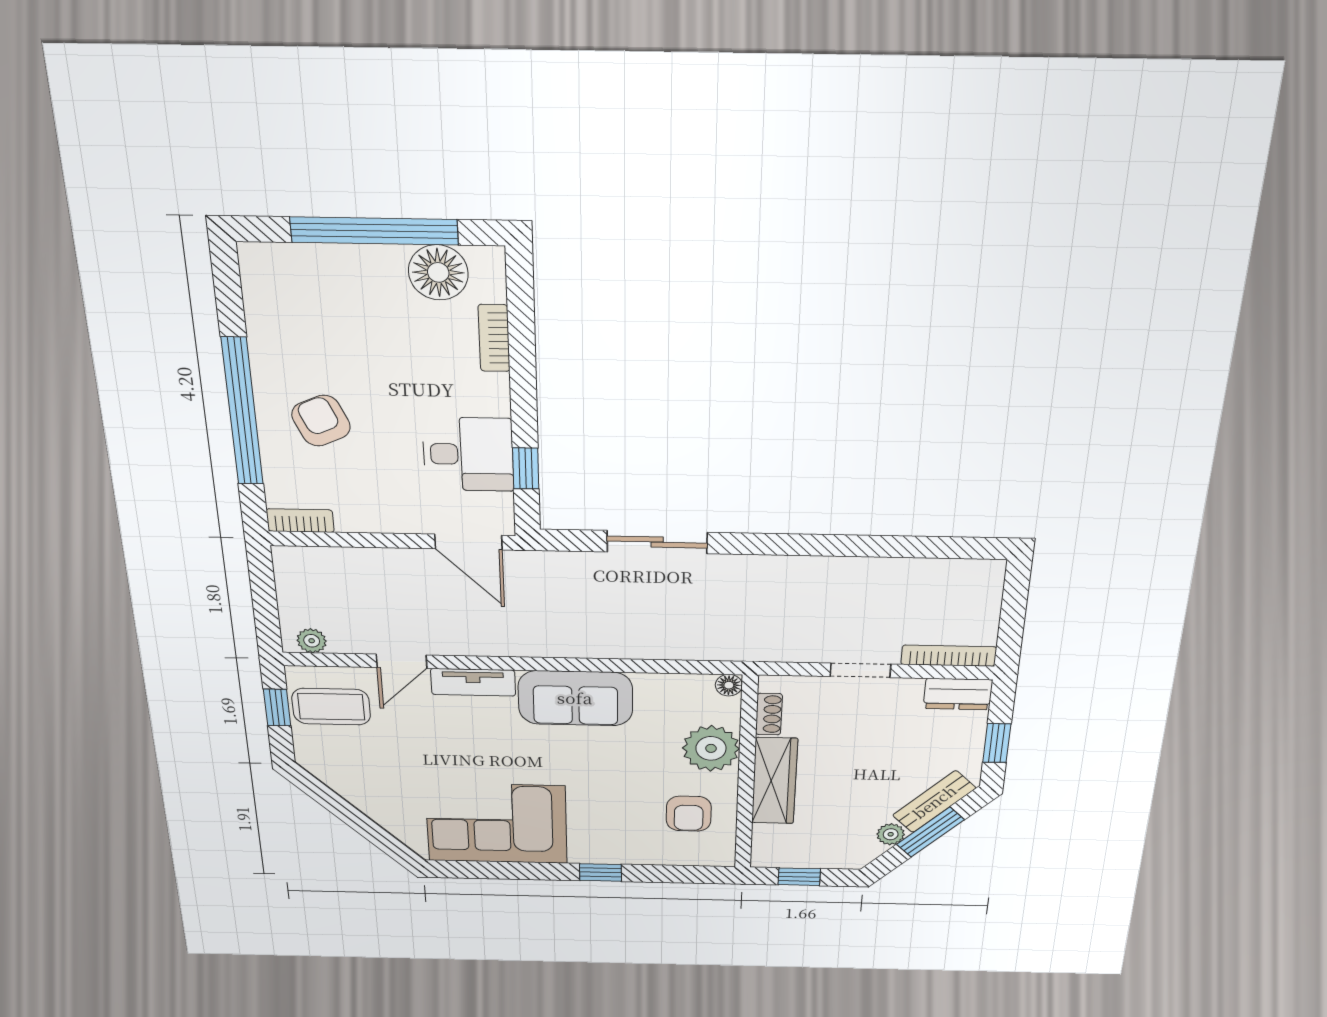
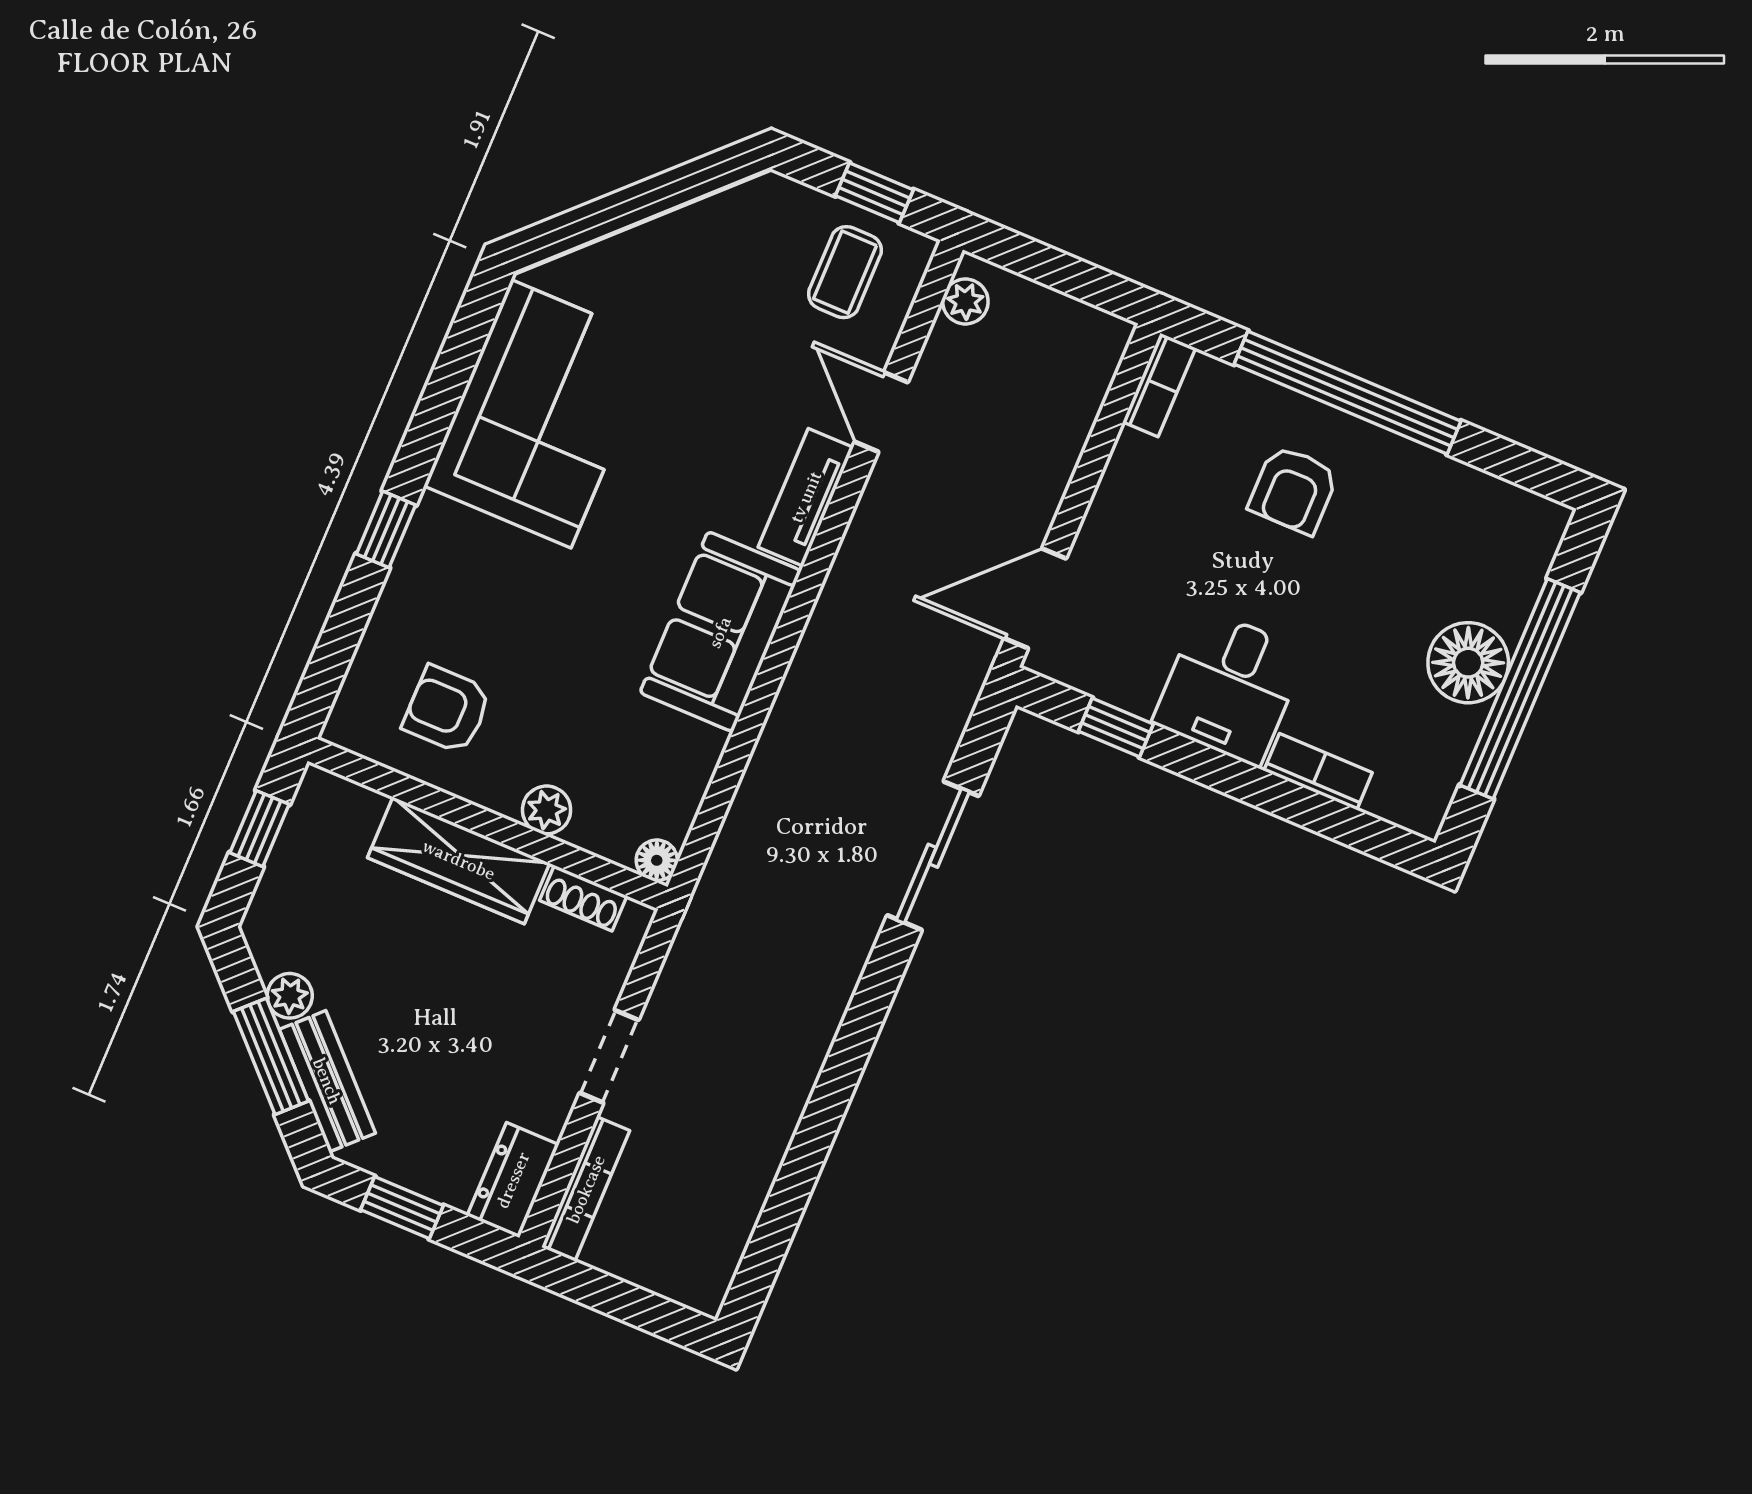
floor lamp: (438, 272) -> (1468, 663), moved
armchair: (321, 421) -> (1293, 490), turned 114
desk: (468, 454) -> (1230, 687), moved
coffee table: (331, 707) -> (845, 272), width x0.73, depth x0.77
plant: (711, 748) -> (547, 810), width x0.53, depth x0.53

